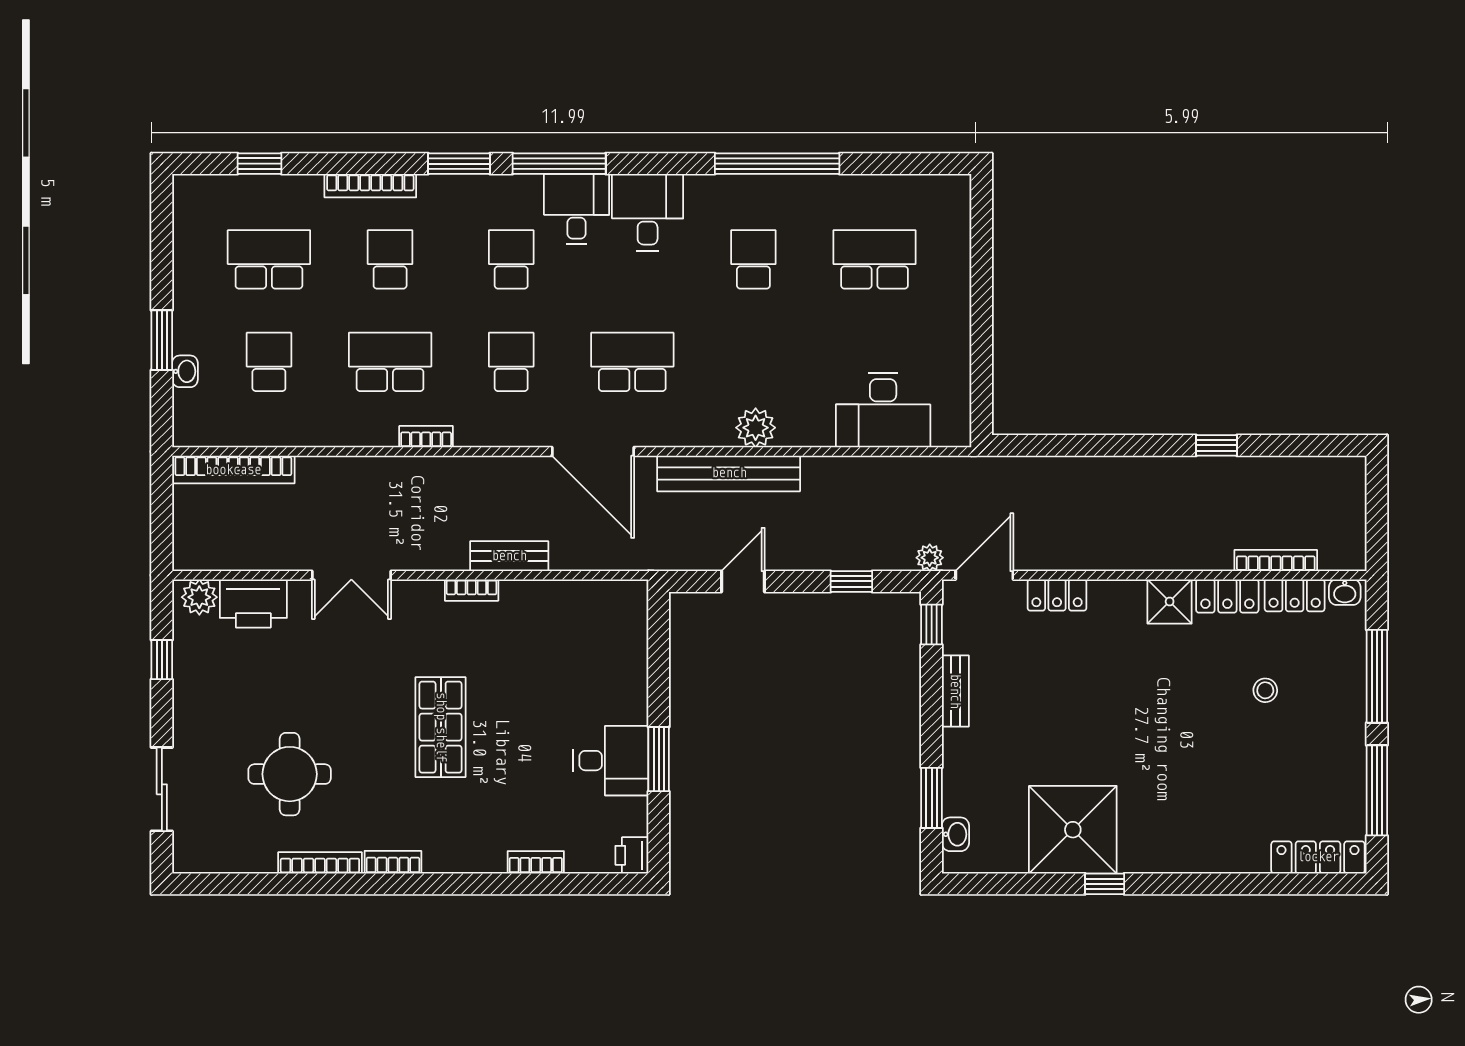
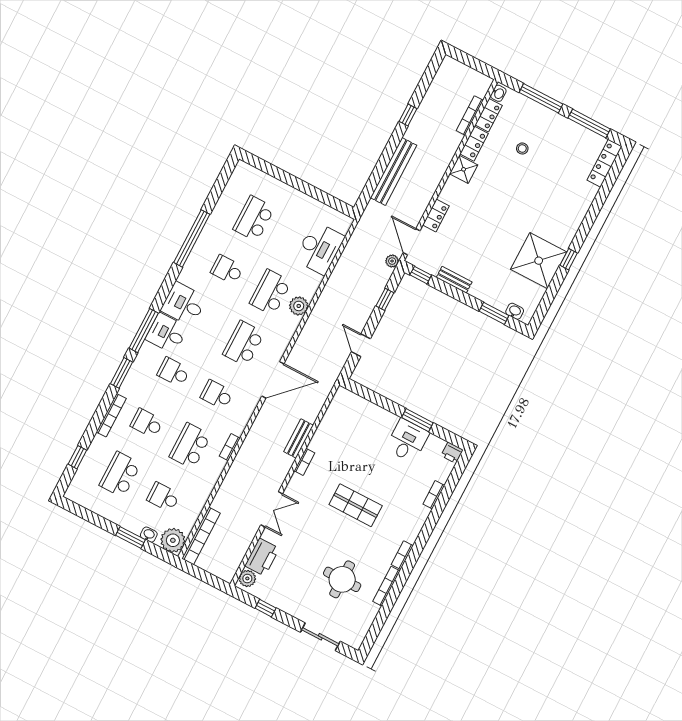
school desk: (753, 362) -> (270, 292), added
plant: (198, 422) -> (173, 540), added
bench: (729, 473) -> (394, 172), moved

